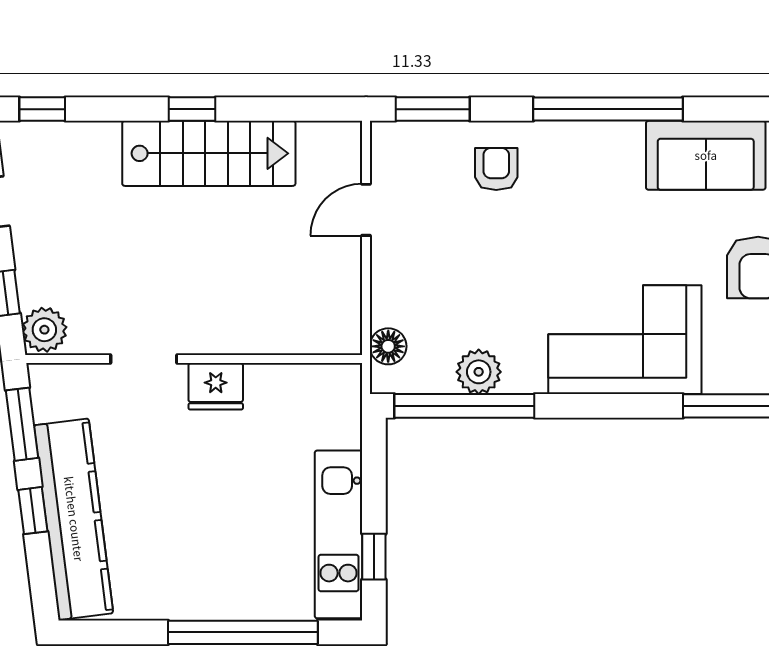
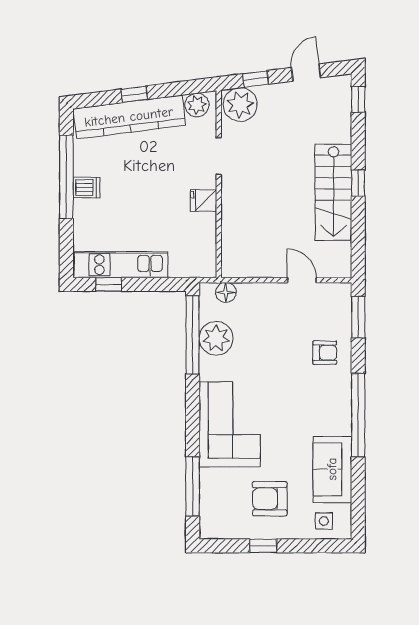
plant: (44, 330) -> (240, 105), width x1.36, depth x1.36
plant: (479, 372) -> (216, 338), width x1.36, depth x1.36
fridge: (216, 386) -> (204, 200), width x0.72
plant: (52, 398) -> (197, 105), added
window: (22, 424) -> (182, 88), removed
dishwasher: (200, 596) -> (86, 187), added
window: (243, 632) -> (66, 177), moved

